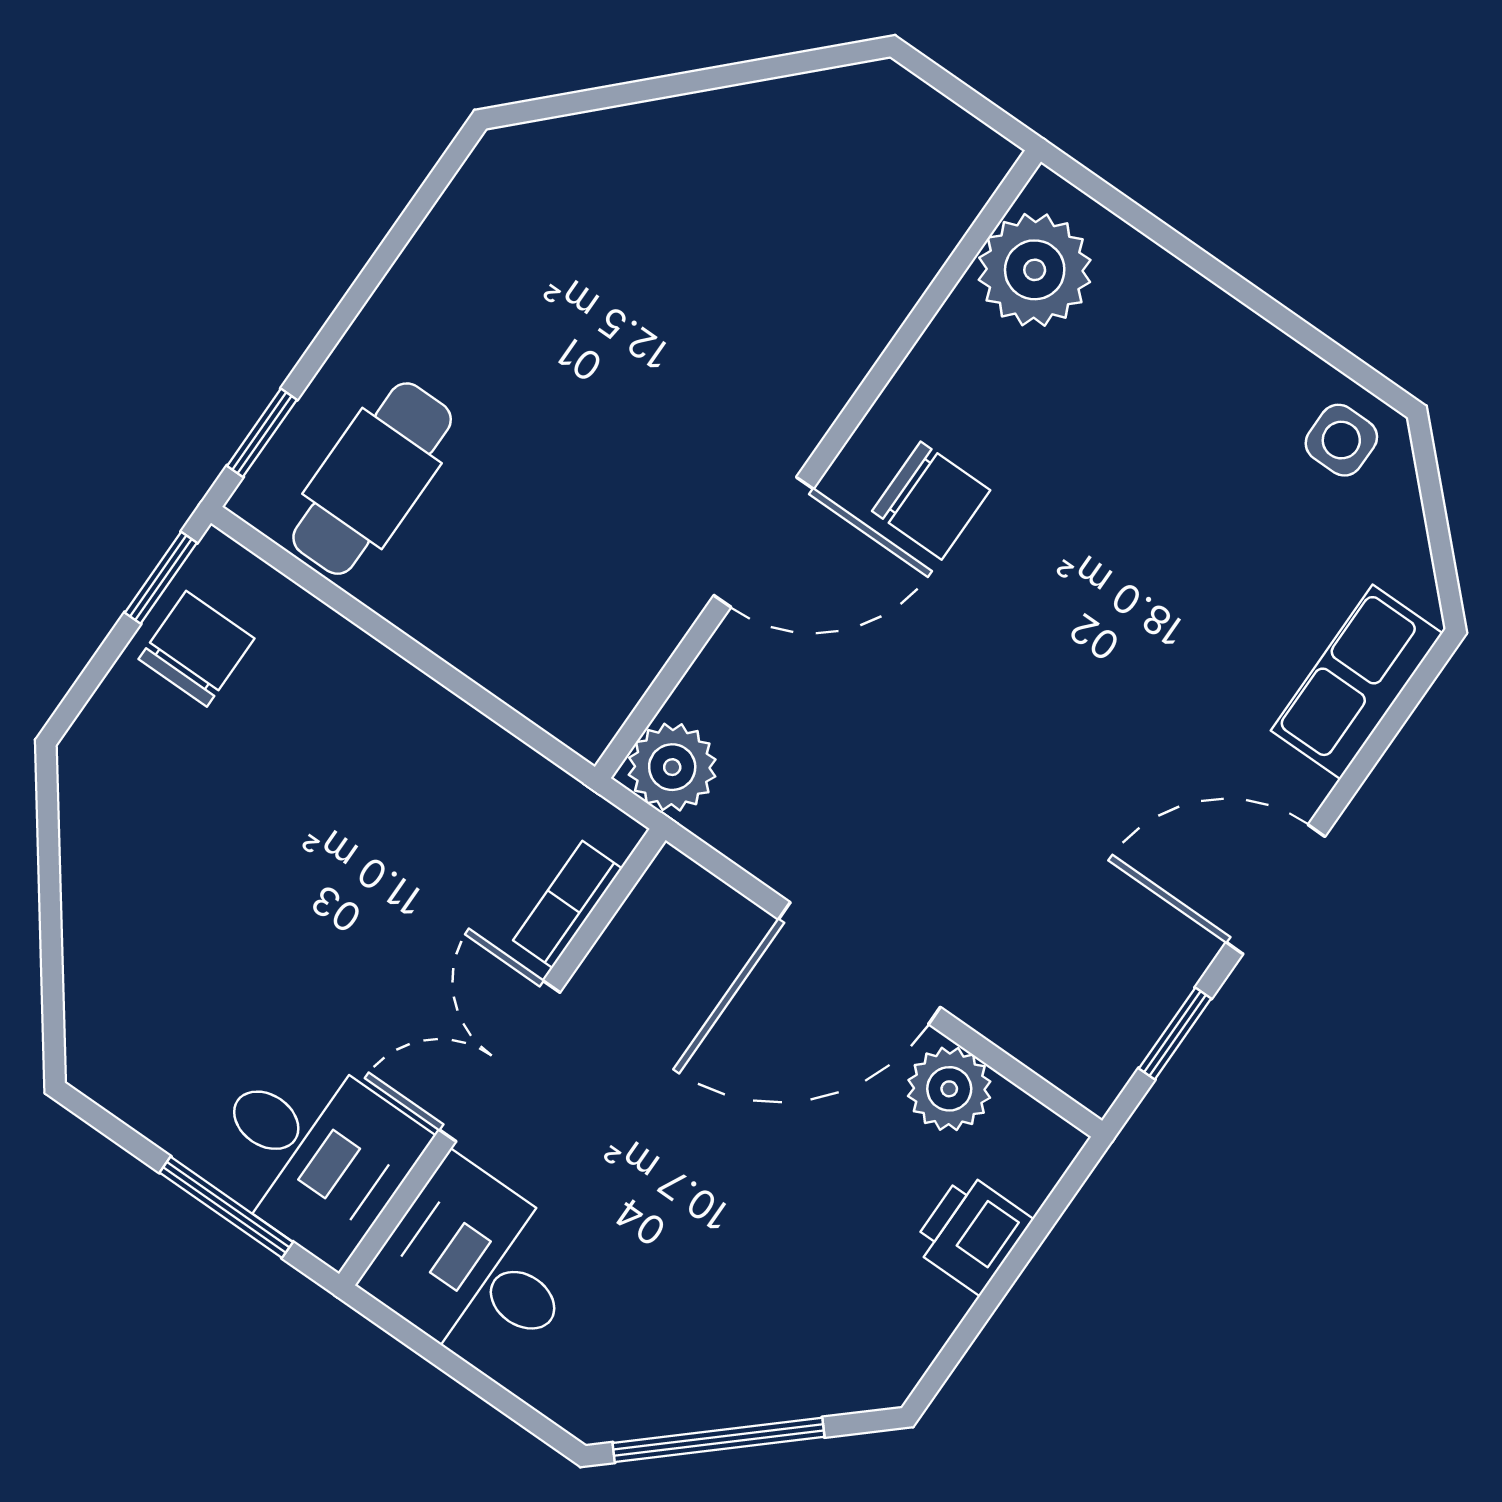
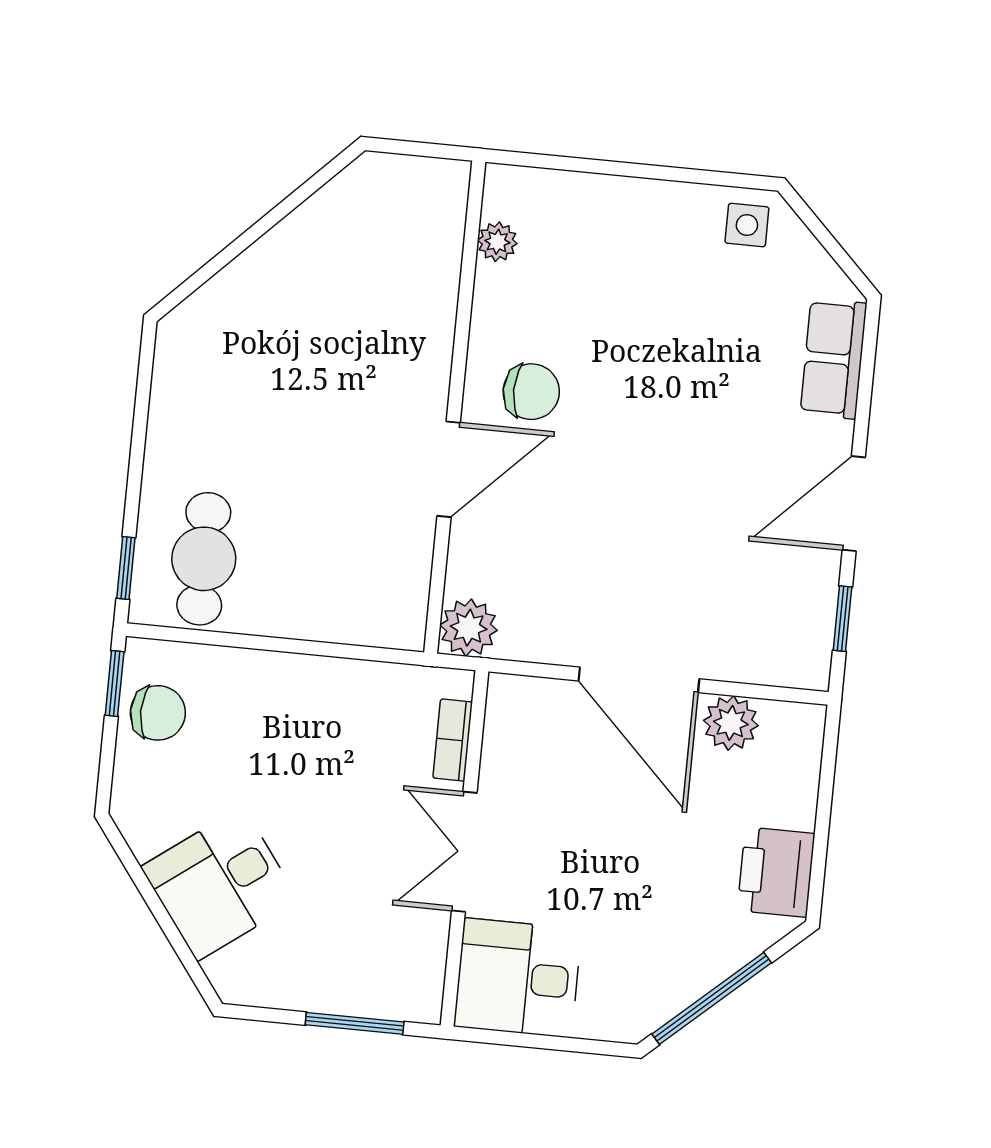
plant: (1035, 270) -> (497, 242), width x0.53, depth x0.53
chair: (196, 649) -> (158, 713), turned 90
door: (859, 963) -> (639, 680), hinge flipped
desk: (313, 1153) -> (220, 884), moved, turned 144
printer: (972, 1233) -> (776, 872), moved, width x1.36, depth x1.24

